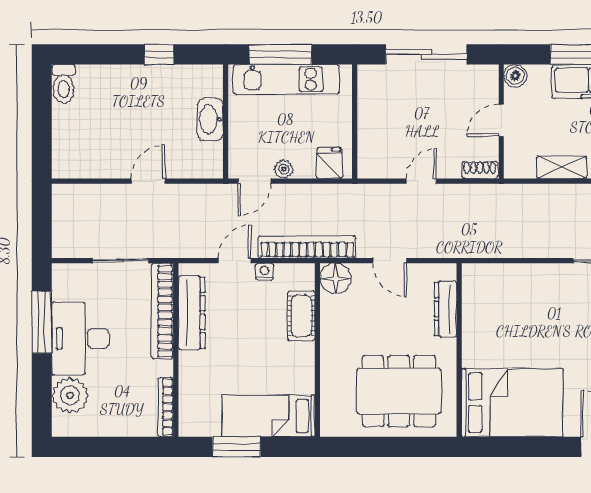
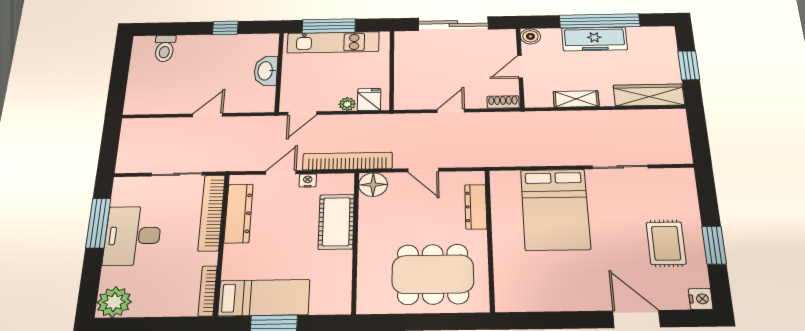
toilet: (64, 84) -> (165, 48), moved
plant: (284, 169) -> (347, 104), moved
cot: (301, 316) -> (336, 222), width x1.37, depth x1.34
plant: (70, 395) -> (114, 302), moved
bed: (512, 403) -> (555, 209), moved, turned 90
bed: (269, 416) -> (264, 298), moved, turned 180

